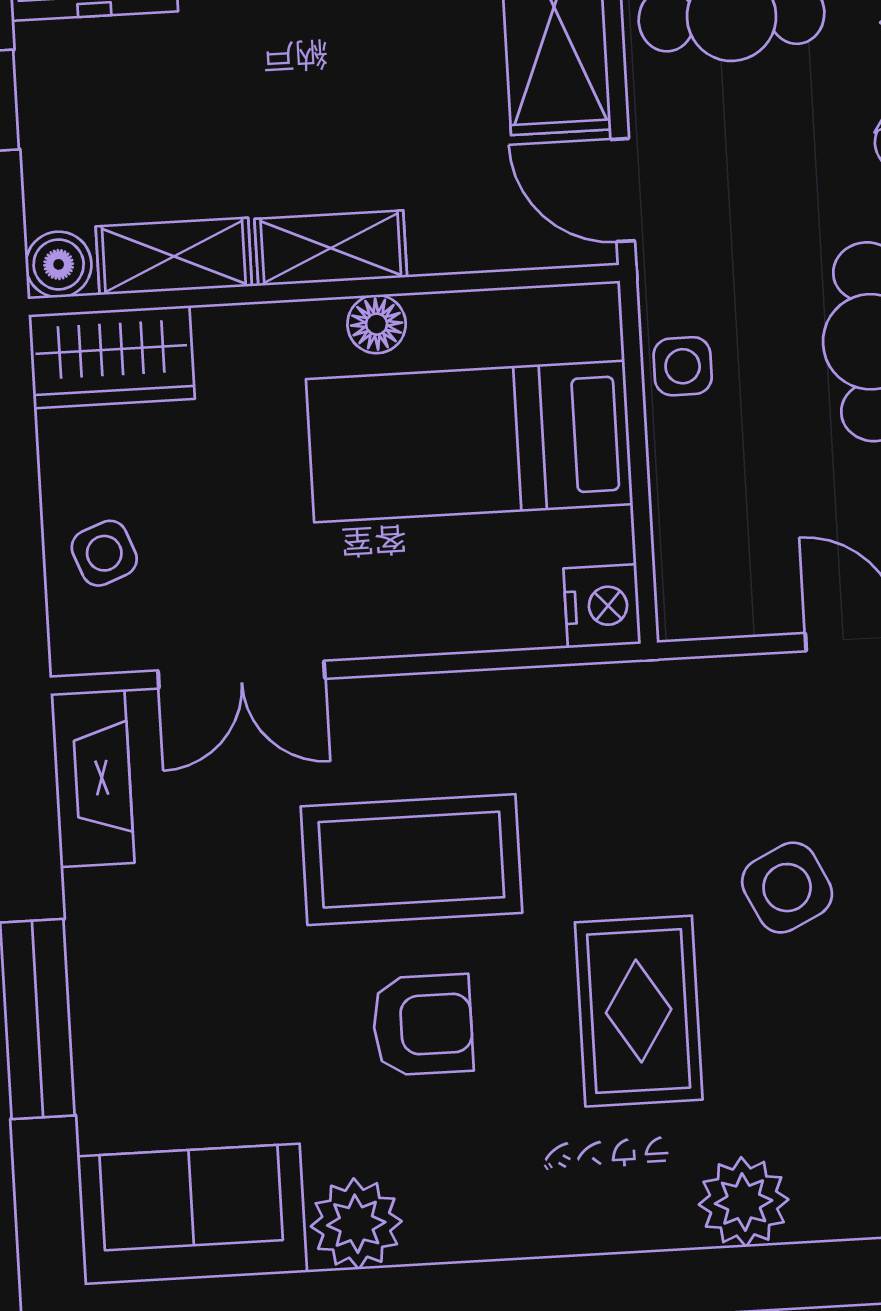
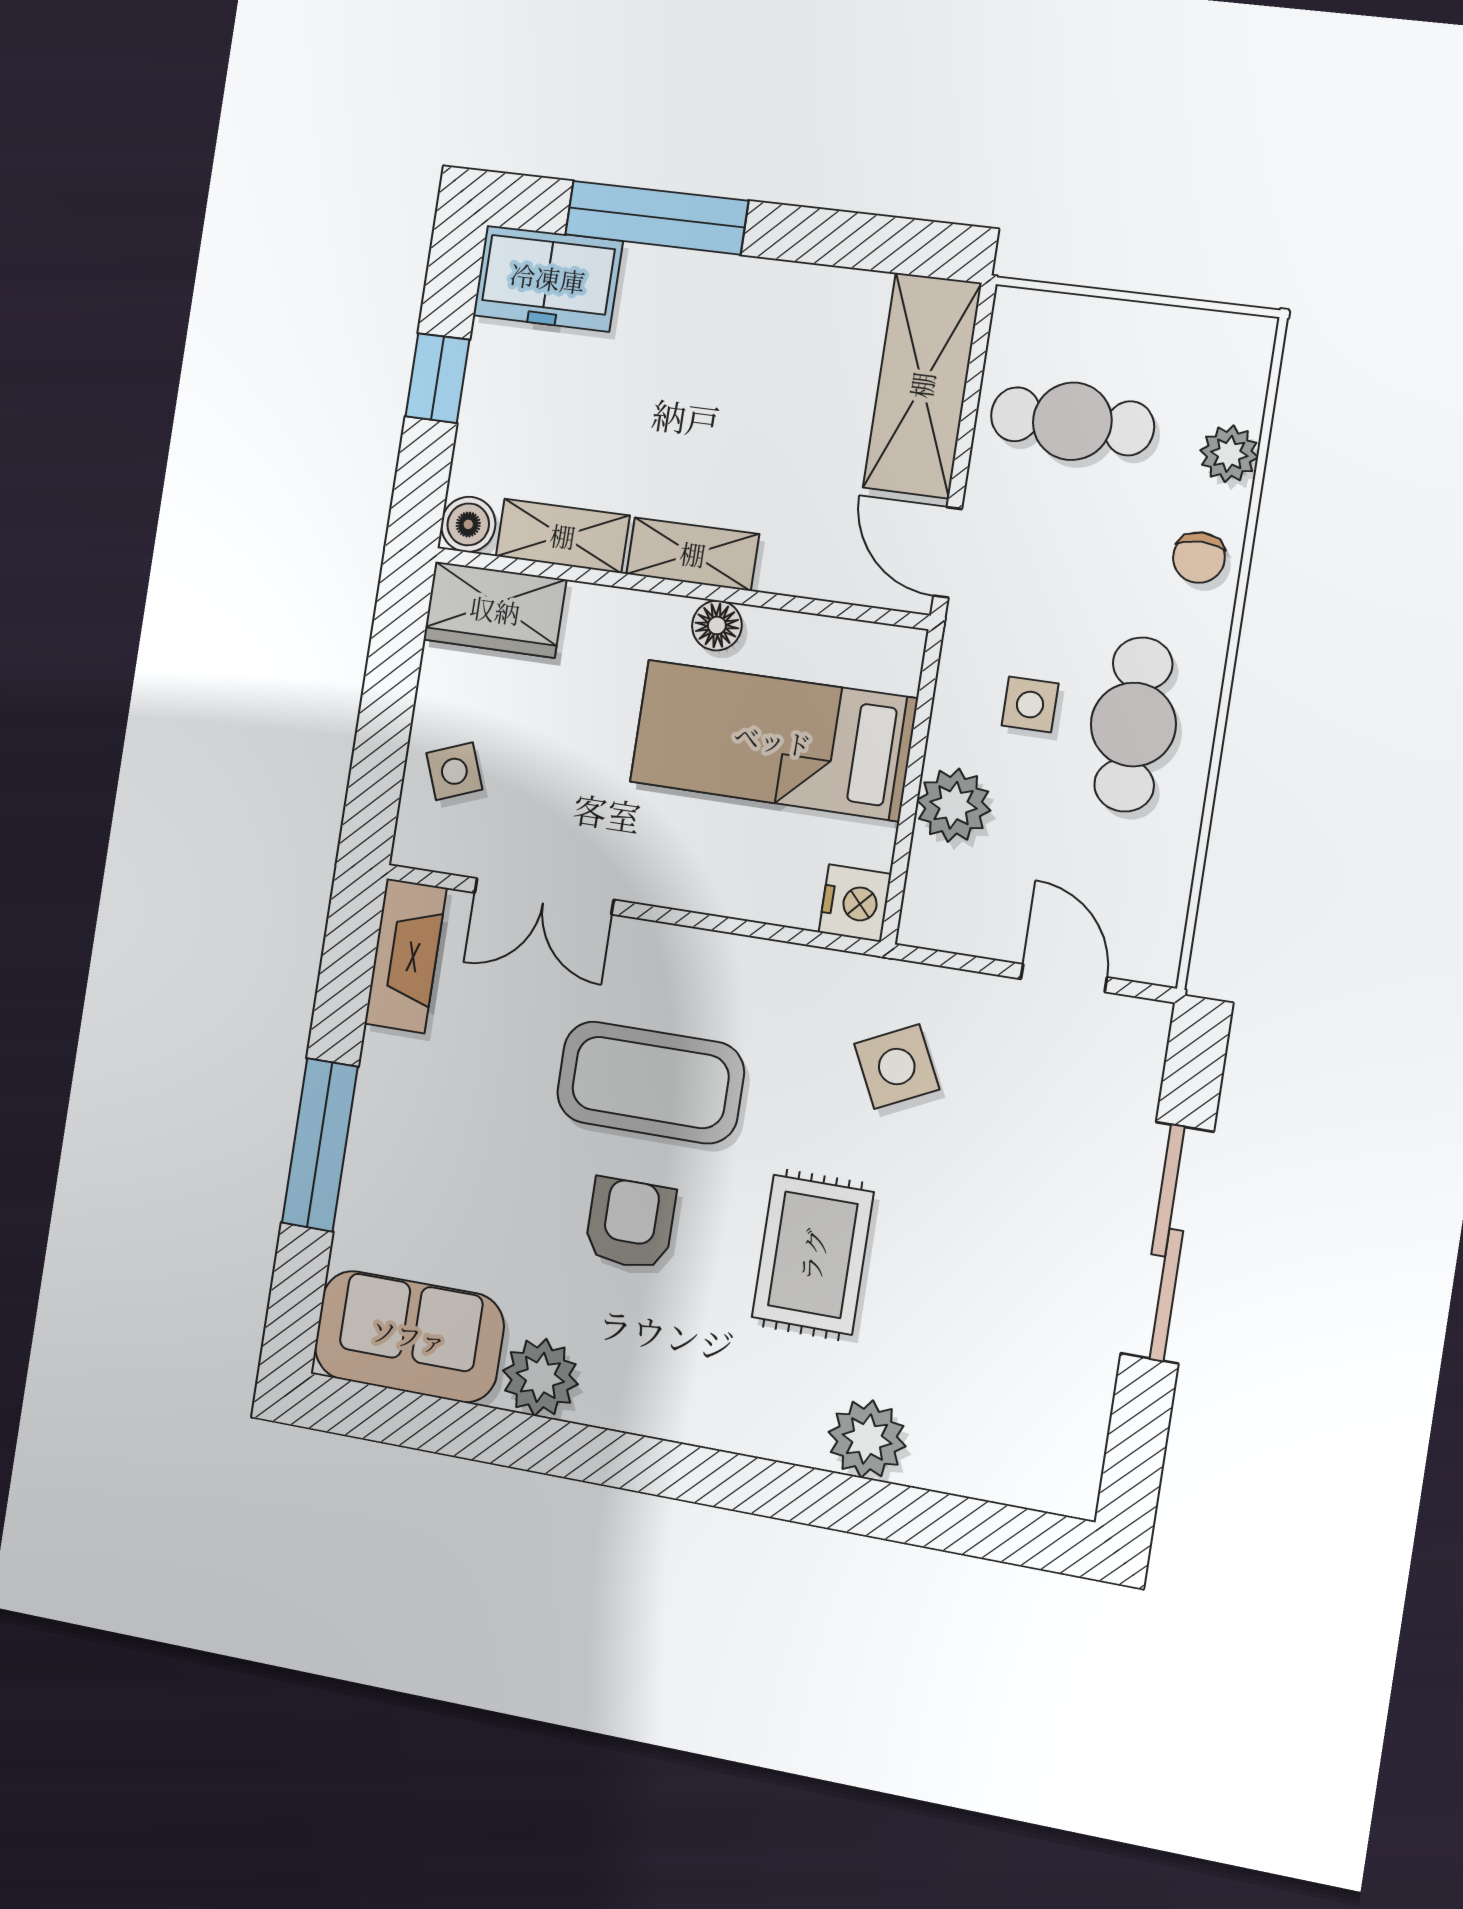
side table: (683, 366) -> (1030, 705), moved
plant: (690, 473) -> (954, 805), added
side table: (787, 888) -> (897, 1067), moved
armchair: (423, 1025) -> (630, 1224), turned -90

